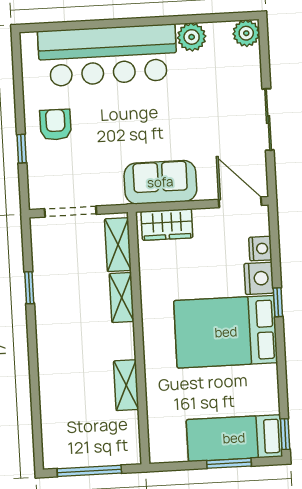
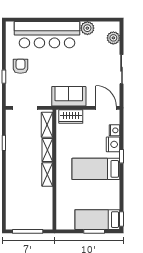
plant: (246, 33) -> (113, 38), moved
bed: (226, 332) -> (96, 169), width x0.67
shelving: (126, 385) -> (47, 174), moved

